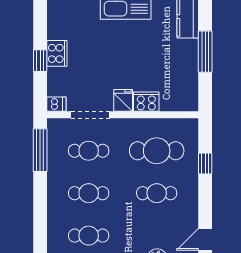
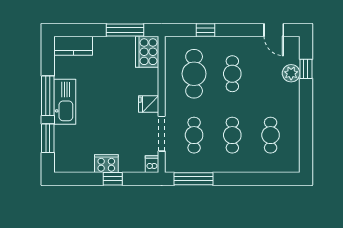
window: (205, 52) -> (125, 30), moved
cooker: (146, 102) -> (147, 52), moved, width x1.37, depth x1.31

